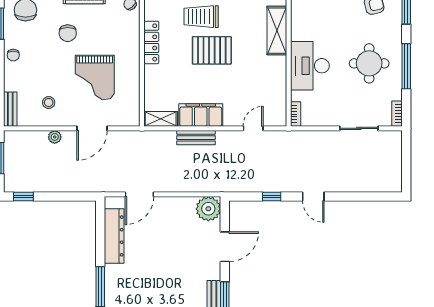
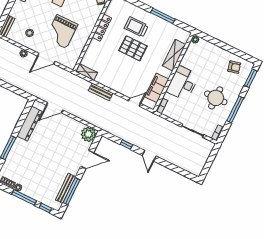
filing cabinet: (201, 115) -> (157, 88), moved, turned -90

